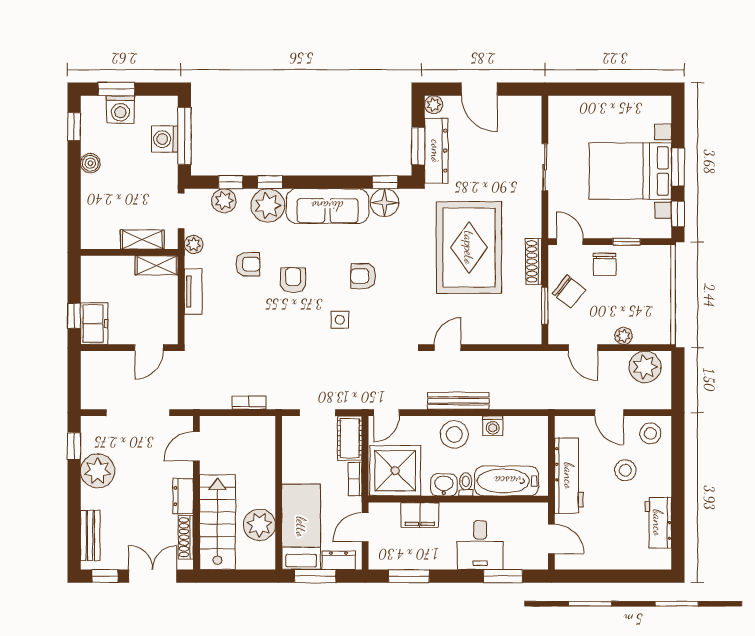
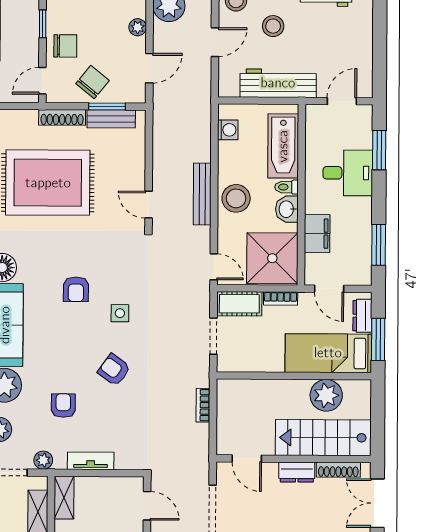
armchair: (293, 280) -> (114, 370), moved, turned 36
bench: (532, 310) -> (111, 119), added
washing machine: (493, 426) -> (228, 130), moved

